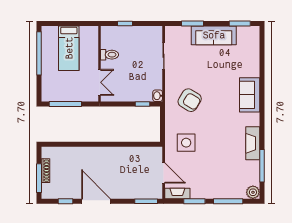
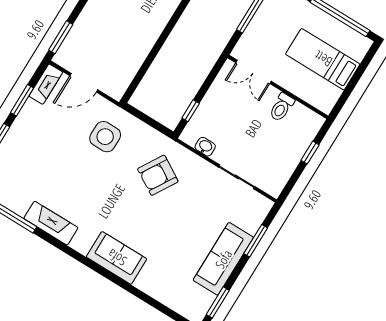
washbasin: (158, 96) -> (205, 147), moved

